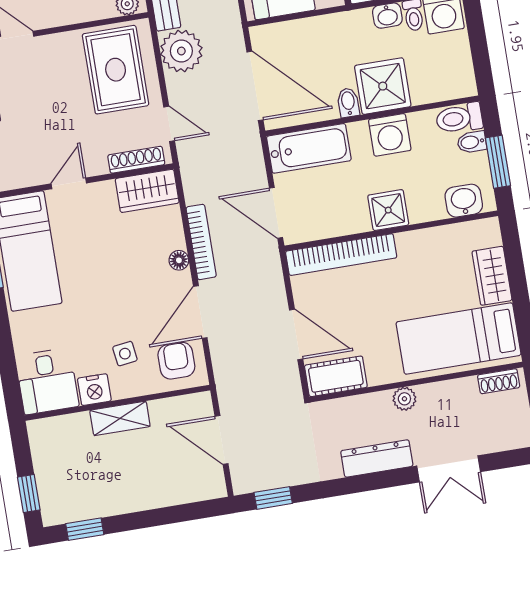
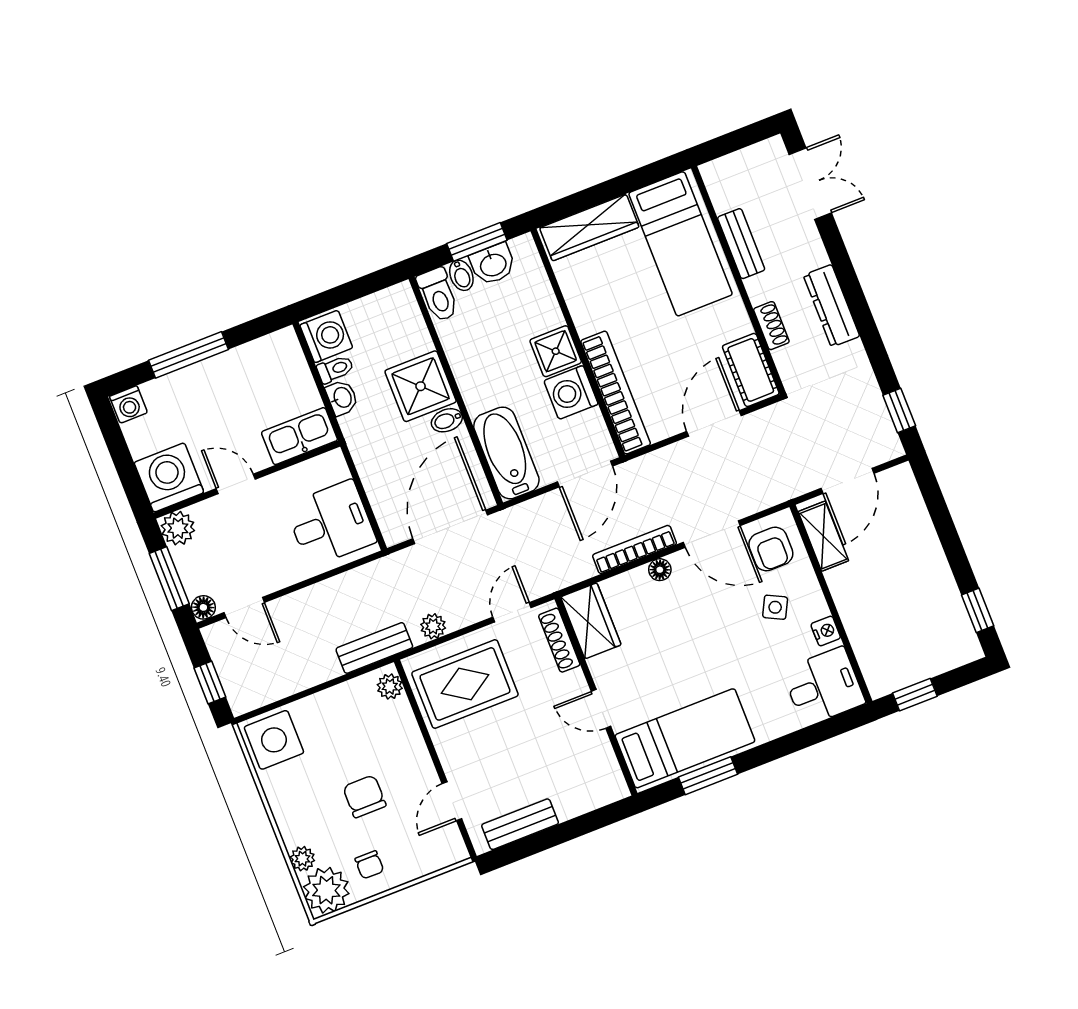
plant: (181, 51) -> (433, 626), width x0.53, depth x0.53
washing machine: (390, 135) -> (571, 392), moved, turned 180
washbasin: (464, 201) -> (493, 264), moved, turned -90
wardrobe: (492, 276) -> (589, 227), width x1.50
side table: (125, 354) -> (775, 607), turned 35
armchair: (176, 361) -> (771, 549), turned -90
shoe rack: (499, 381) -> (771, 326), moved
nightstand: (94, 390) -> (826, 631), width x0.72, depth x0.74
bench: (448, 391) -> (741, 244), added
plant: (404, 399) -> (759, 289), removed
shelving: (120, 418) -> (823, 536), moved
double door: (449, 469) -> (810, 184), moved
window: (29, 494) -> (915, 695), moved

